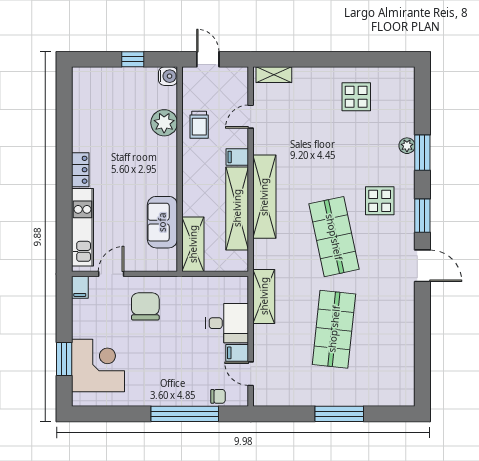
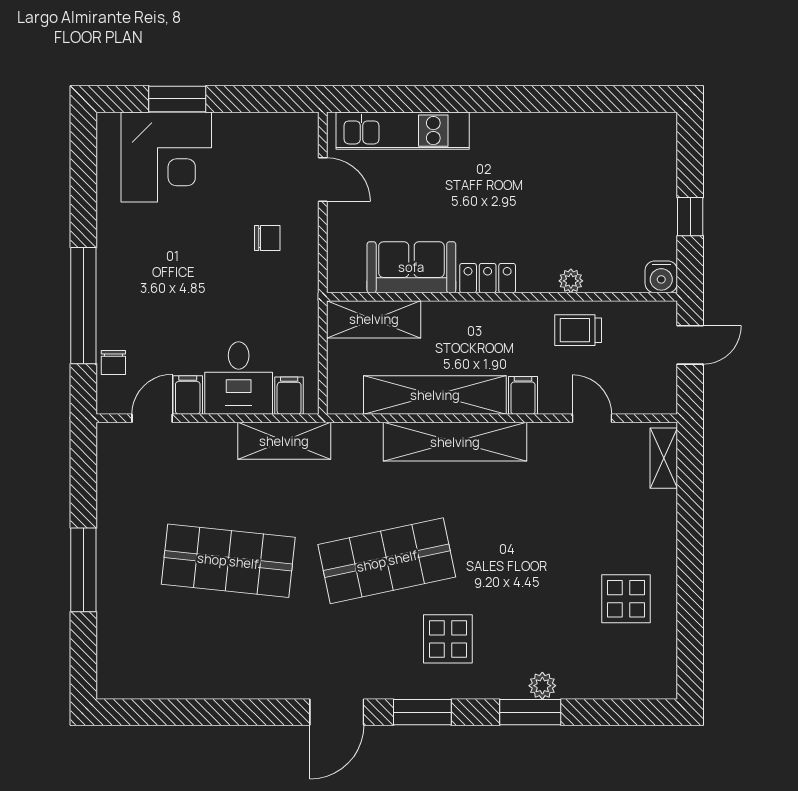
plant: (164, 123) -> (571, 281), width x0.53, depth x0.53
locker: (80, 170) -> (488, 278), moved, turned 180
filing cabinet: (80, 287) -> (289, 396), moved, turned 90
chair: (145, 306) -> (267, 238), width x0.54, depth x0.54

